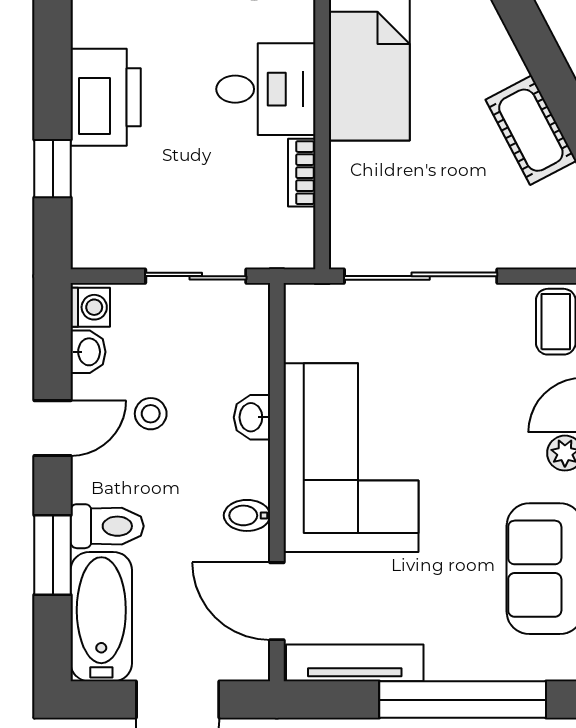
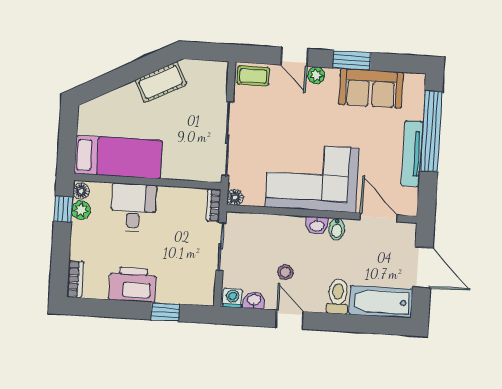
bookcase: (302, 173) -> (214, 205), moved, turned 90
floor lamp: (300, 299) -> (235, 197), added
washbasin: (252, 417) -> (317, 225), moved
window: (53, 555) -> (350, 323), removed
door: (277, 601) -> (379, 217), swing flipped
tv unit: (355, 663) -> (412, 154), moved

